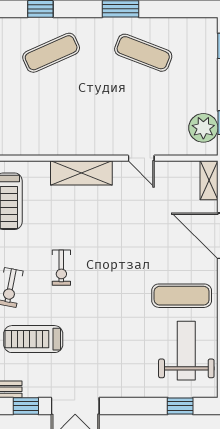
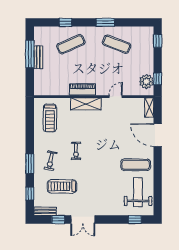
piano: (74, 144) -> (82, 90), added
door: (141, 158) -> (116, 97), swing flipped

